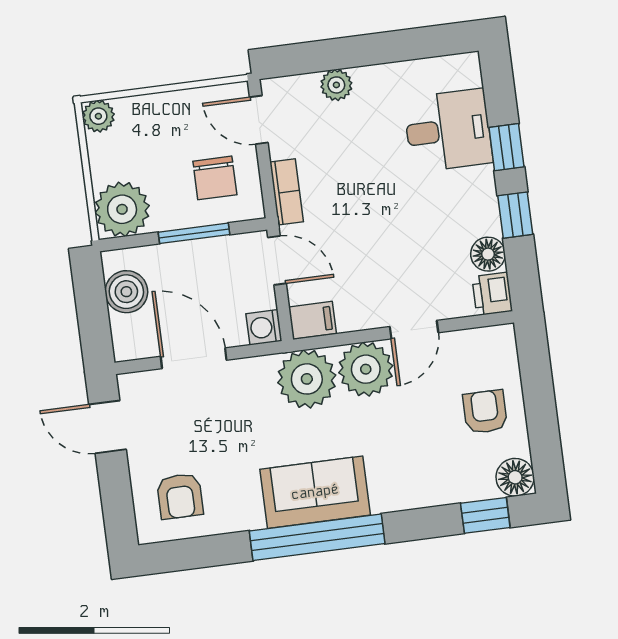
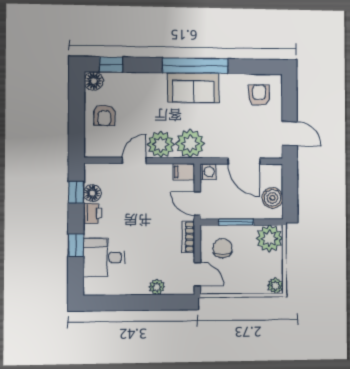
window: (515, 215) -> (76, 192), moved
printer: (492, 294) -> (93, 213), moved

